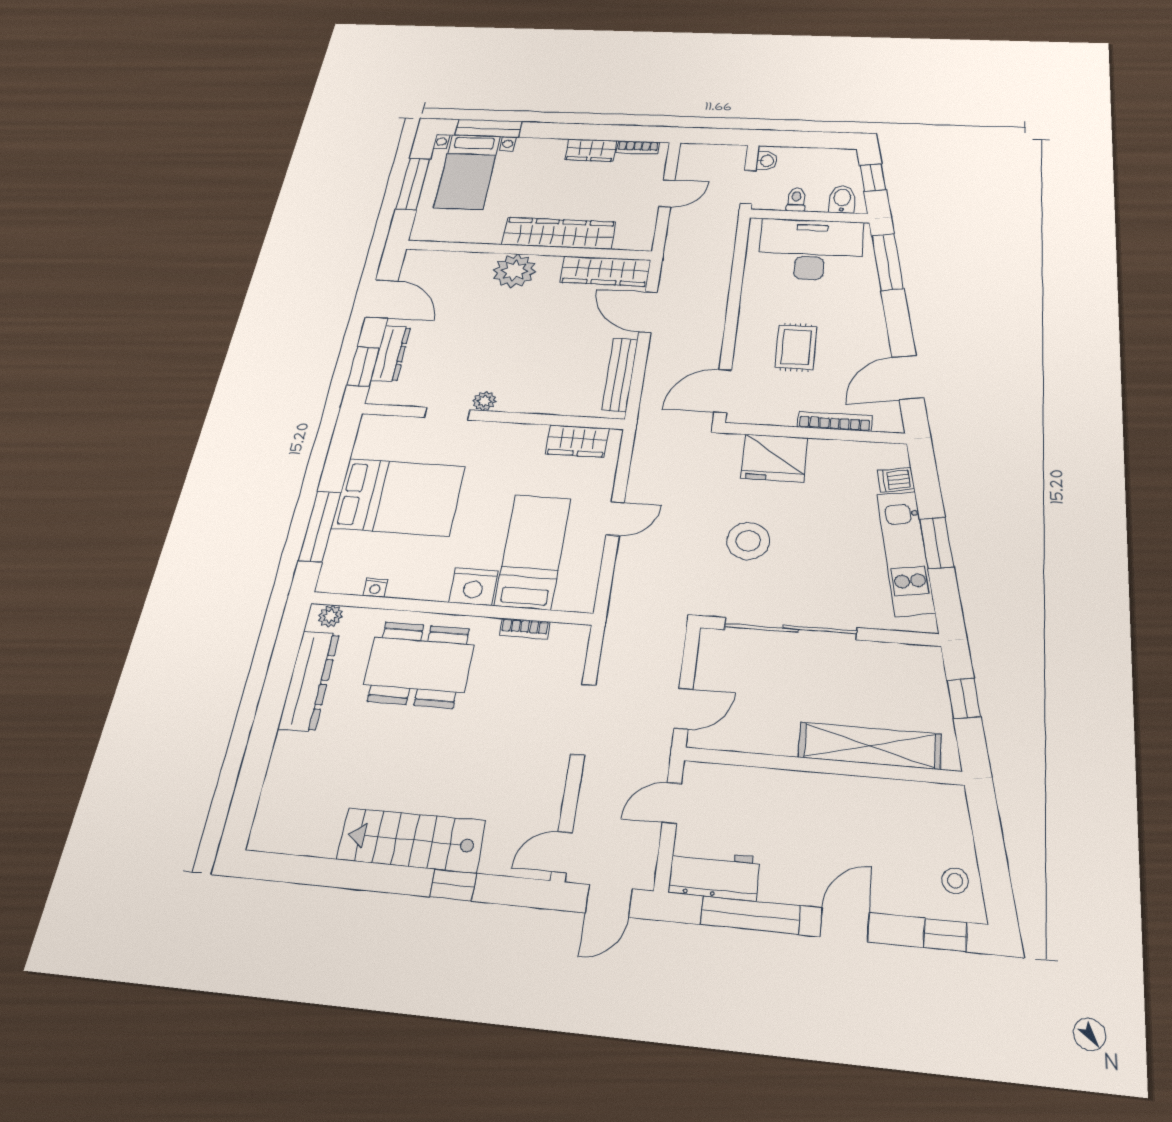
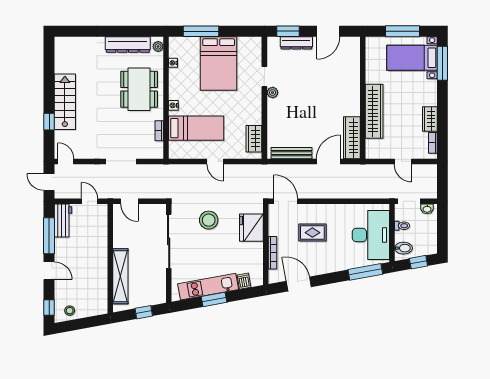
plant: (514, 271) -> (349, 93), removed
nightstand: (473, 587) -> (173, 105), width x0.53, depth x0.56

